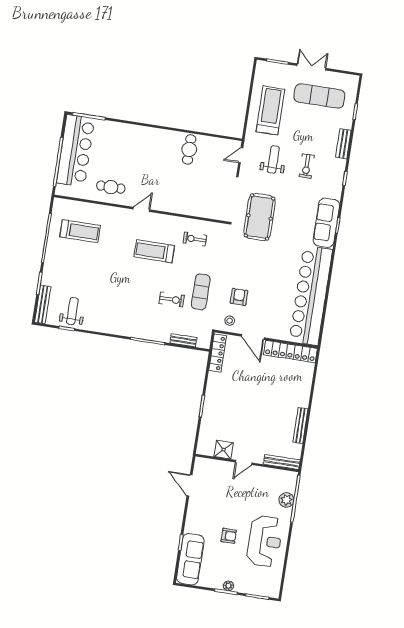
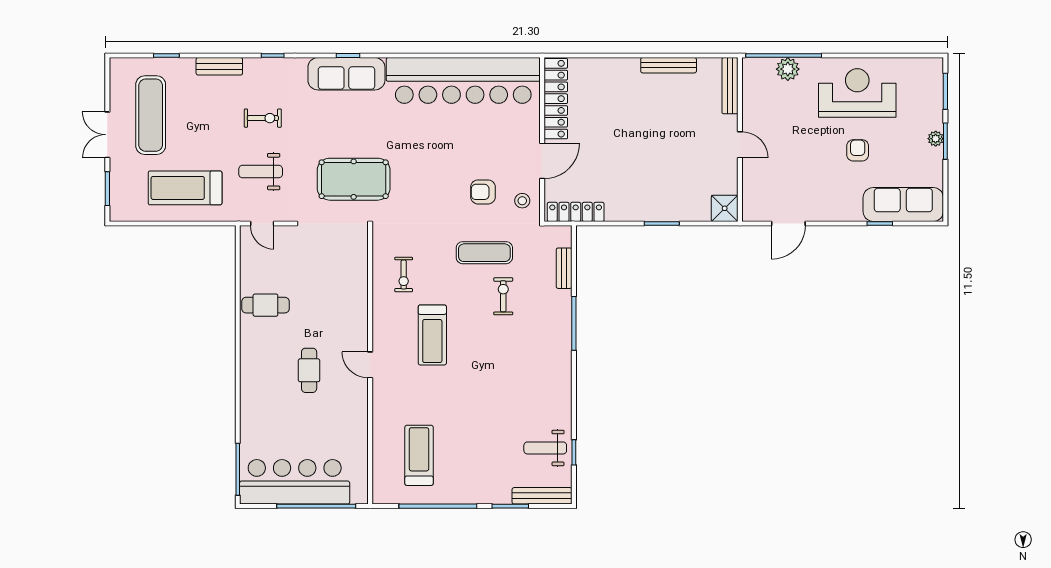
cafe table: (111, 187) -> (309, 370), moved
shower: (224, 450) -> (725, 208), moved

